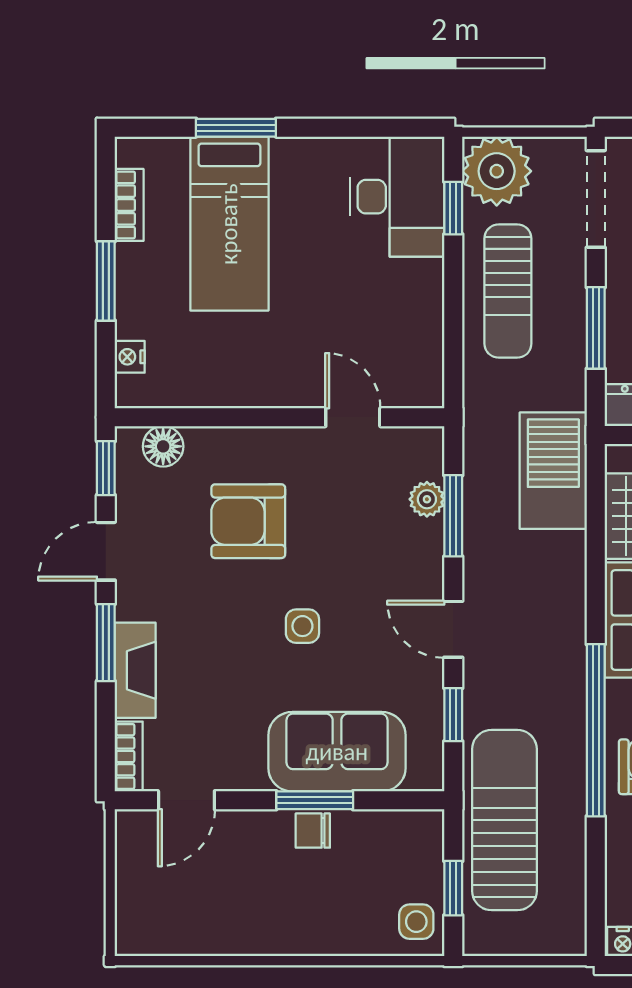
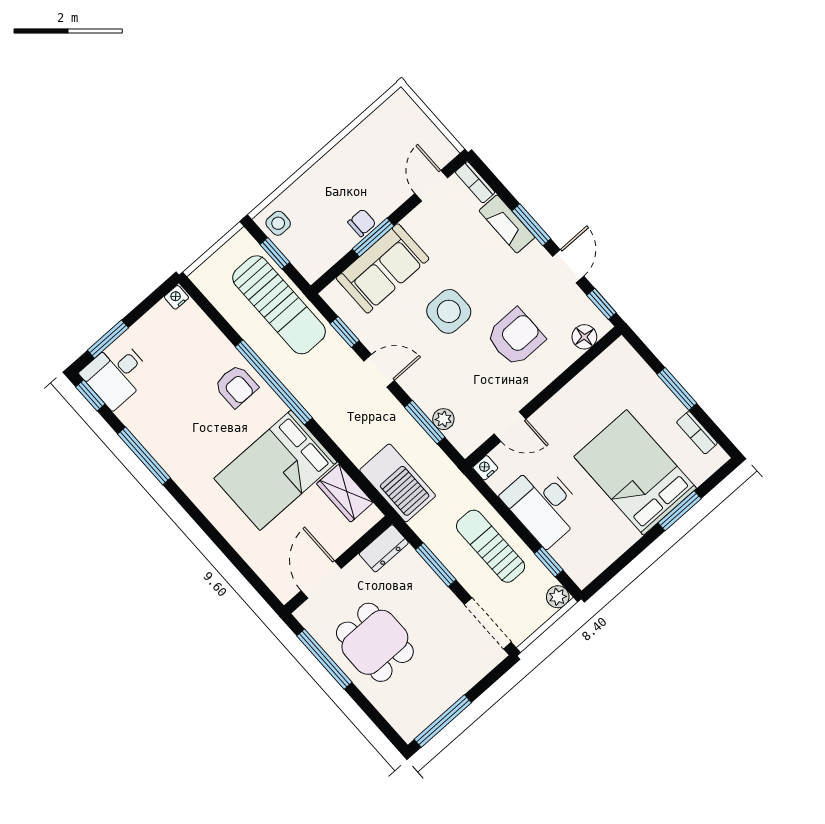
plant: (497, 171) -> (558, 597), width x0.53, depth x0.53
desk: (397, 197) -> (543, 505), moved
bed: (229, 224) -> (635, 472), width x1.50
nightstand: (130, 357) -> (485, 468), moved, turned -90
side table: (302, 626) -> (449, 311), width x1.87, depth x1.87

